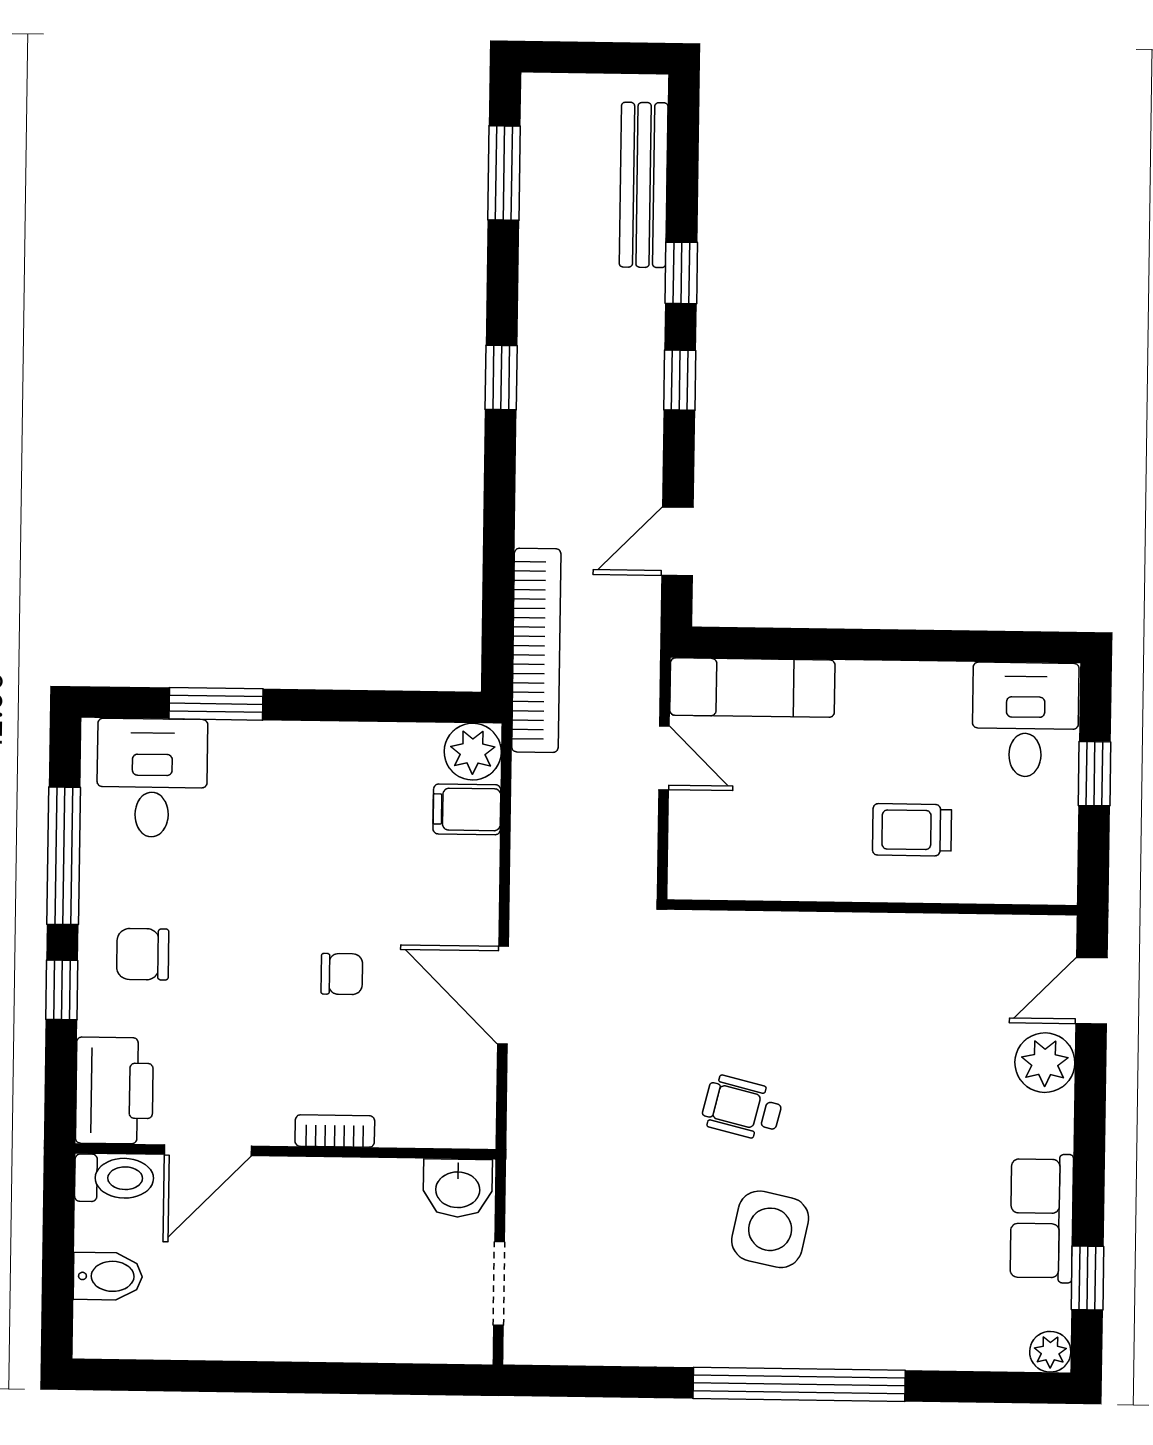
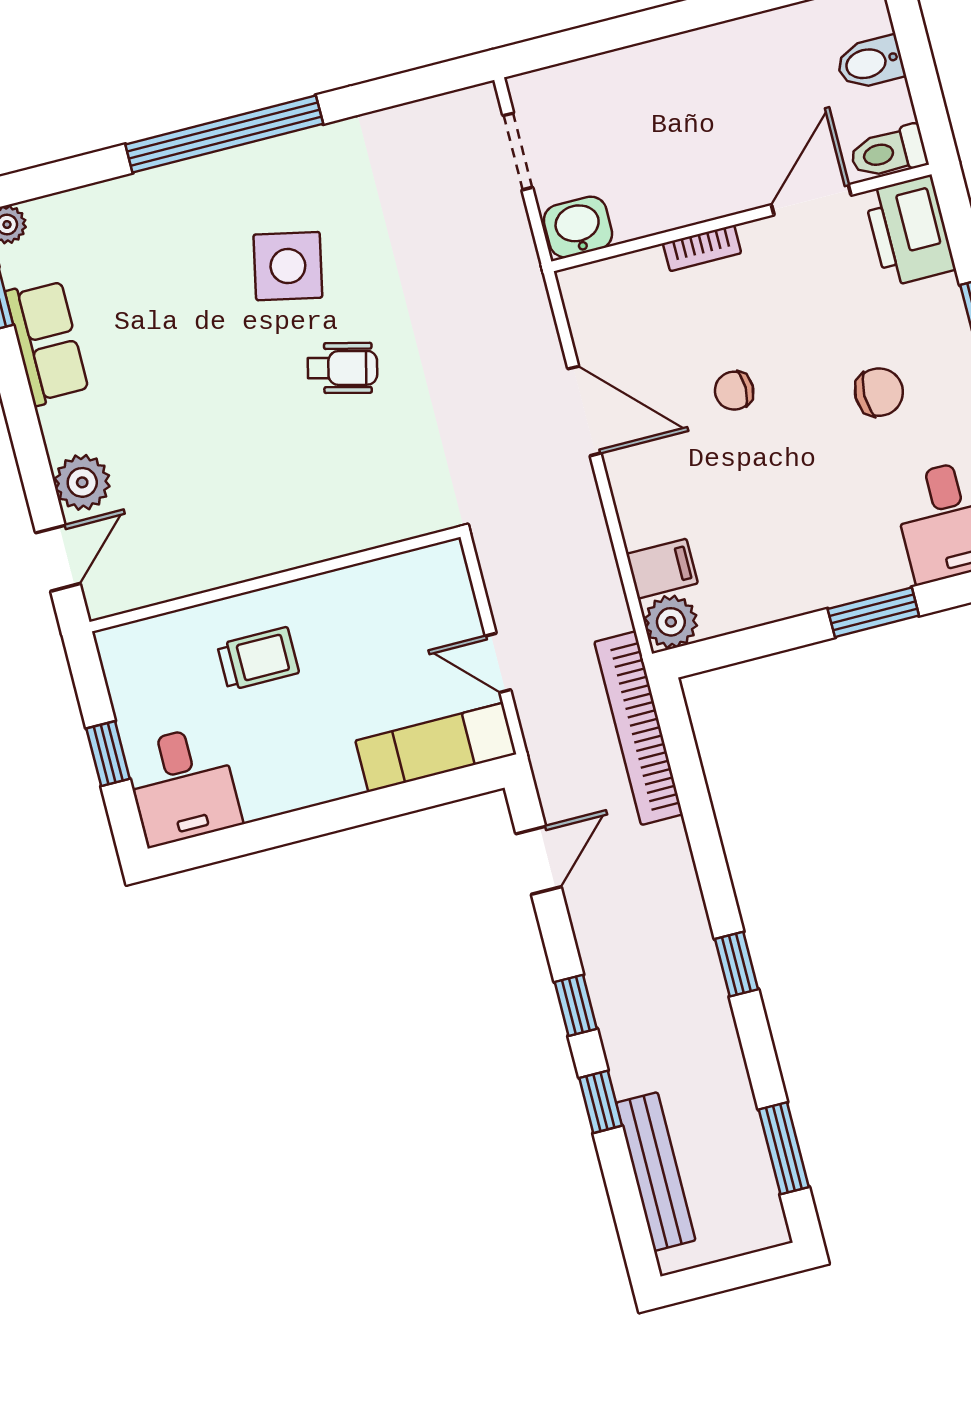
window: (216, 704) -> (873, 612), moved
chair: (143, 954) -> (879, 392), moved

